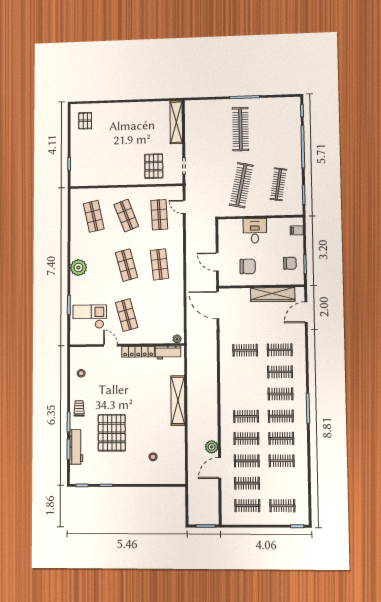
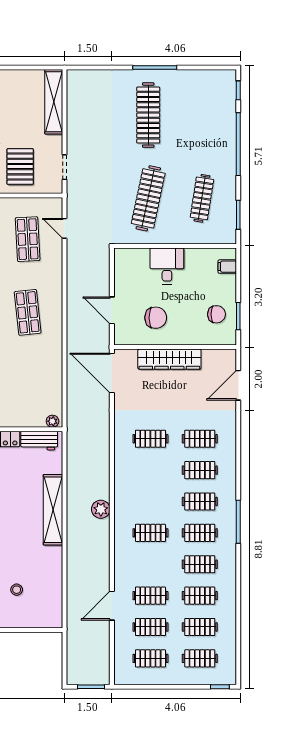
wardrobe: (273, 295) -> (169, 359), moved
clothes rail: (246, 439) -> (200, 627), moved
plant: (212, 447) -> (101, 509), moved

